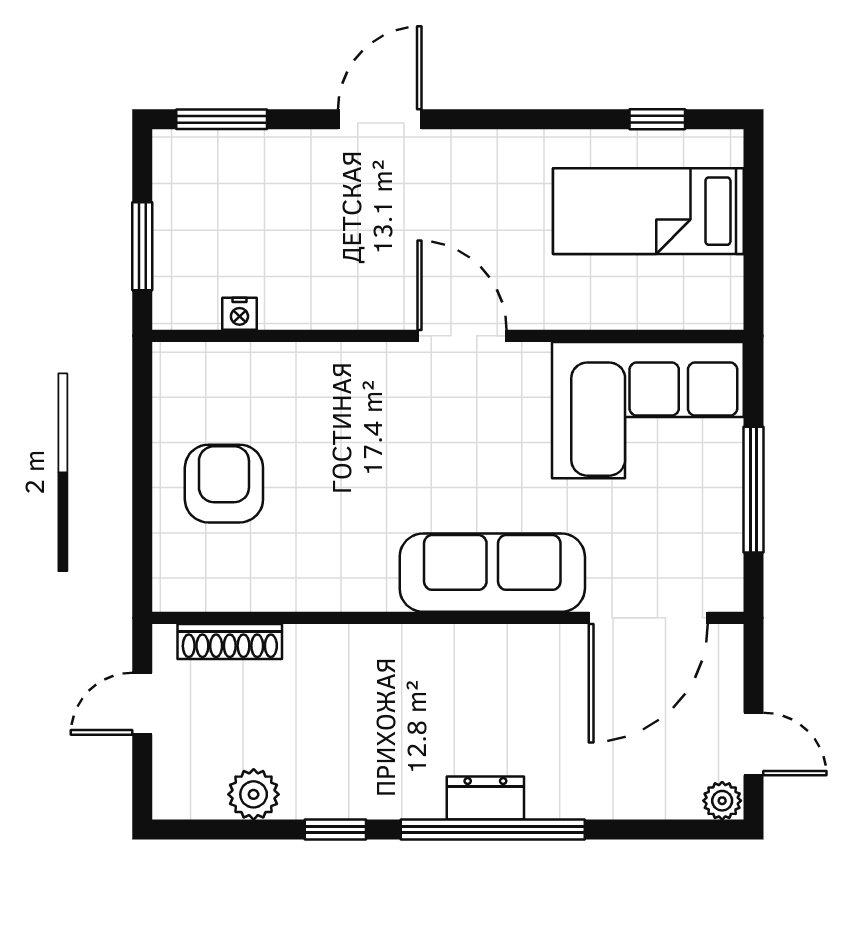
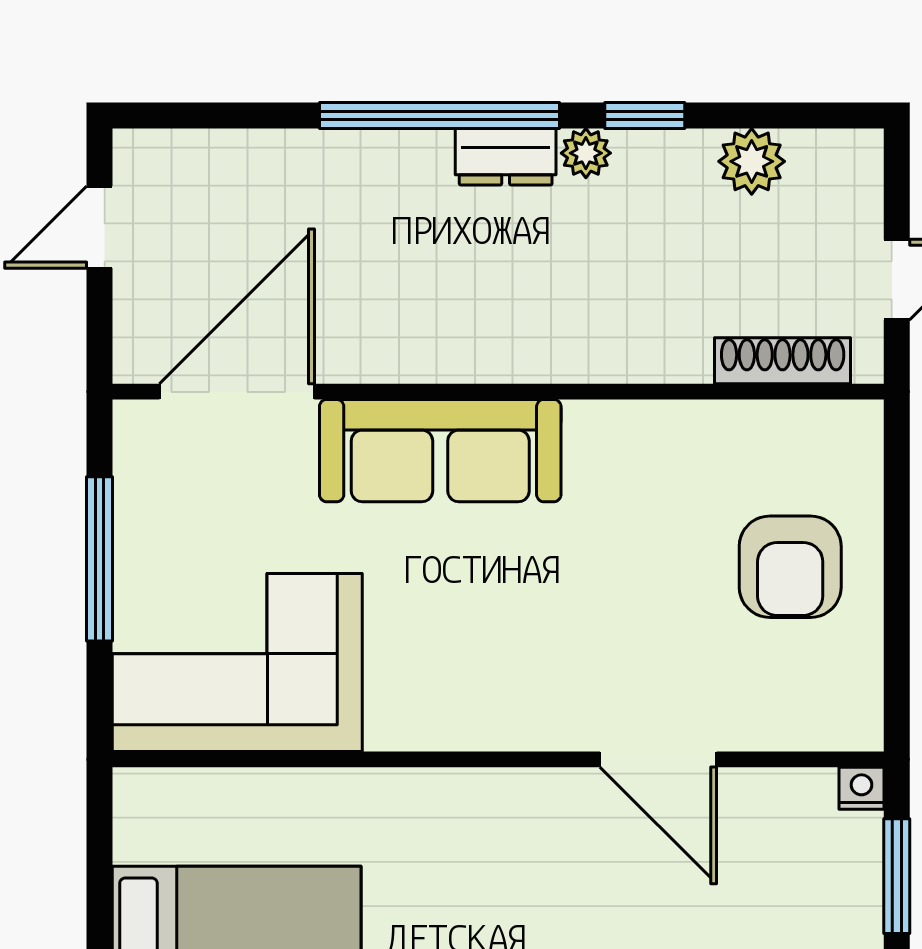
nightstand: (239, 314) -> (861, 788), moved
door: (462, 336) -> (658, 759), moved
door: (754, 744) -> (99, 227), hinge flipped
dresser: (485, 798) -> (506, 157), moved
plant: (722, 801) -> (586, 153), moved

